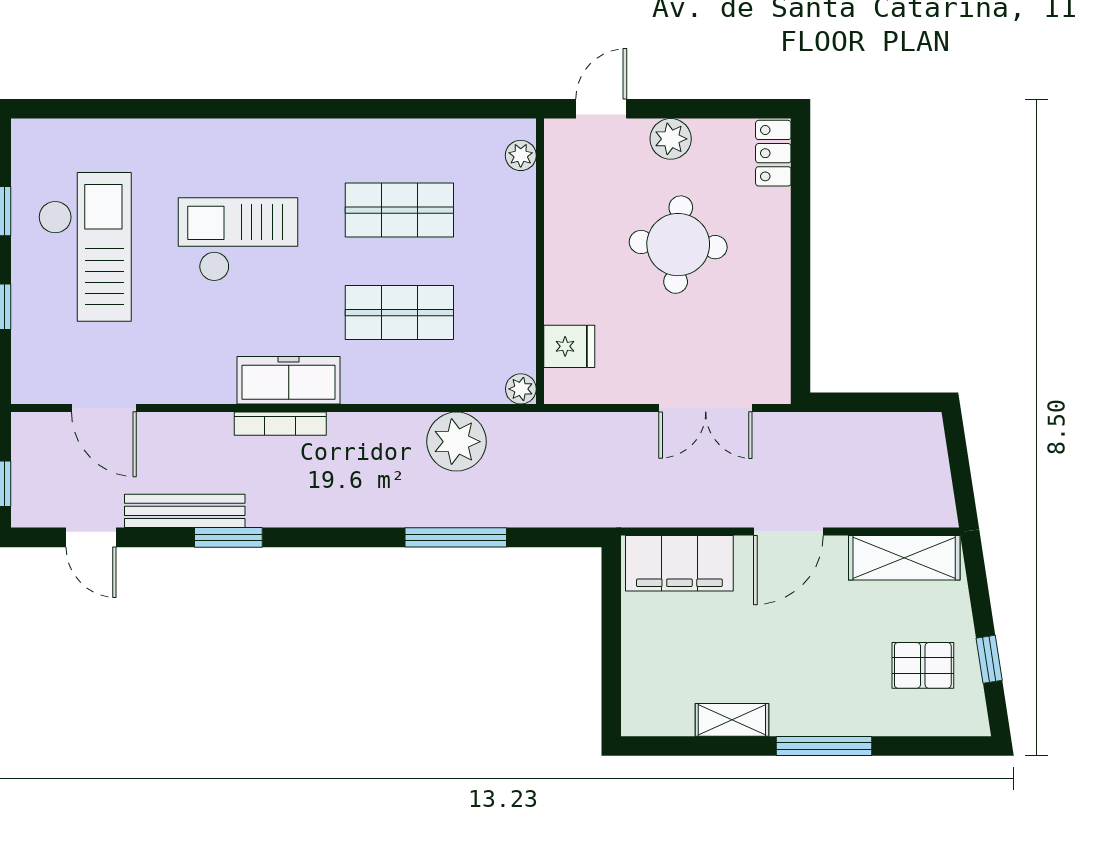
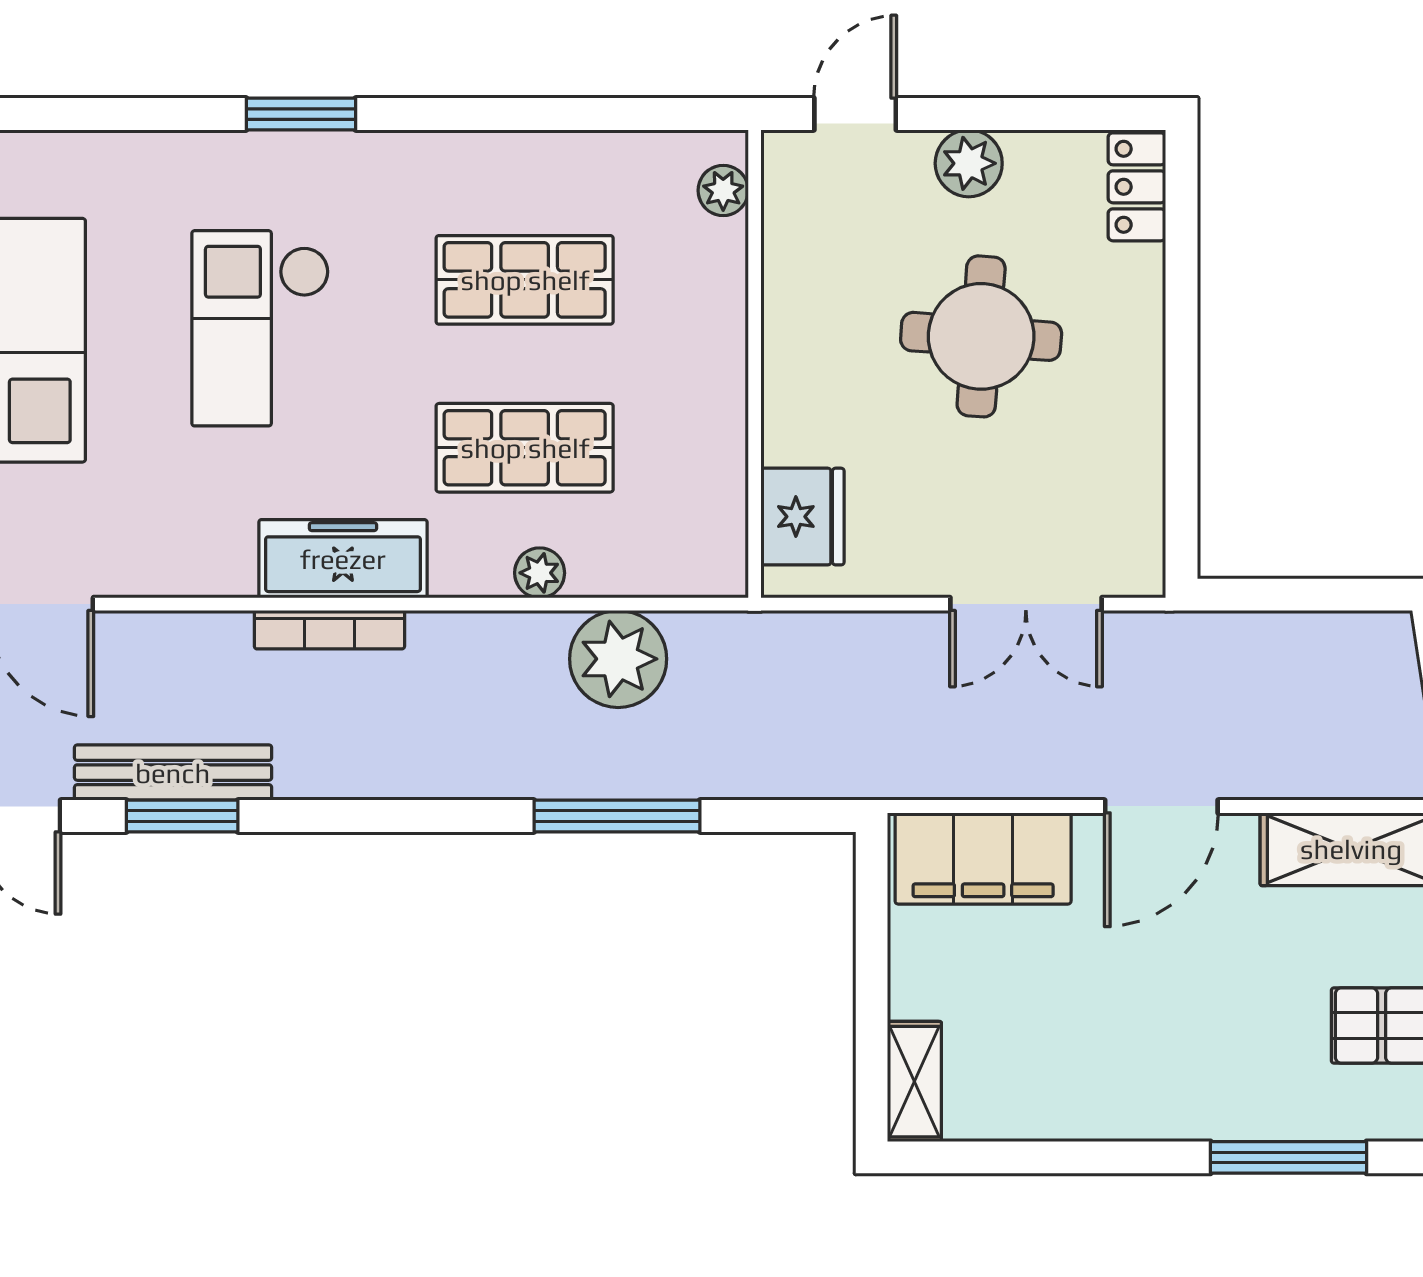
window: (263, 109) -> (301, 114), added
checkout: (238, 240) -> (260, 328), turned -90
fridge: (569, 346) -> (803, 517), width x1.38
plant: (521, 389) -> (540, 573), moved
window: (228, 537) -> (182, 816), moved
shelving: (732, 720) -> (914, 1082), moved, turned 90
window: (824, 746) -> (1288, 1157), moved

